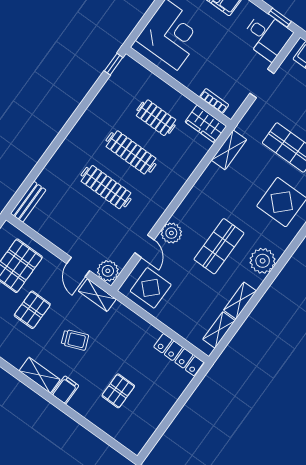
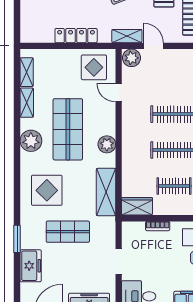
bookcase: (214, 101) -> (158, 226), moved
shelving: (229, 150) -> (106, 192), width x1.50, depth x1.33
plant: (171, 233) -> (107, 144), moved
shop shelf: (219, 246) -> (68, 129), width x1.43, depth x1.36
locker: (179, 355) -> (76, 36), moved

